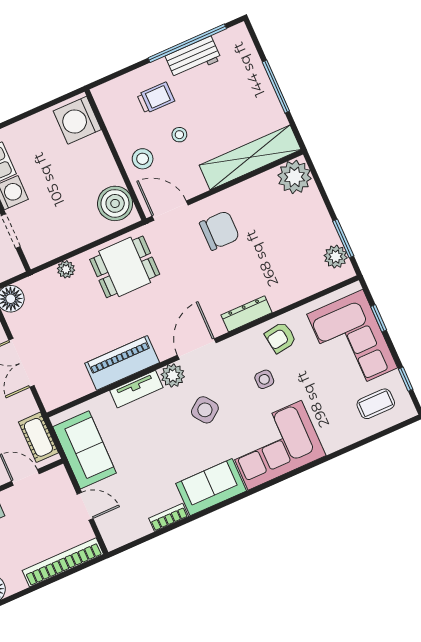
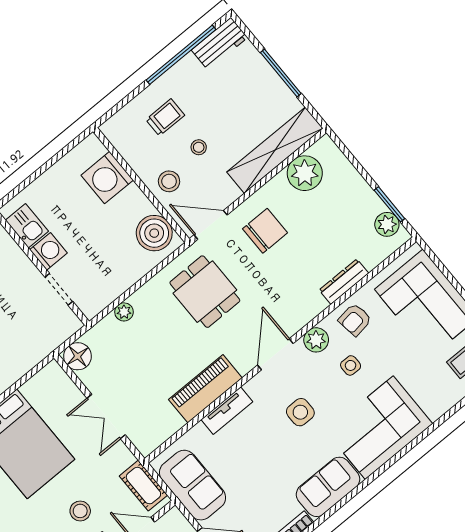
workbench: (193, 58) -> (220, 44), moved
washing machine: (77, 120) -> (107, 178), moved
plant: (294, 177) -> (305, 173), moved
dining table: (125, 267) -> (205, 292), moved, turned 90
dresser: (247, 314) -> (344, 282), moved
window: (379, 318) -> (447, 273), removed
plant: (173, 376) -> (316, 340), moved
side table: (205, 410) -> (300, 412), turned 36

